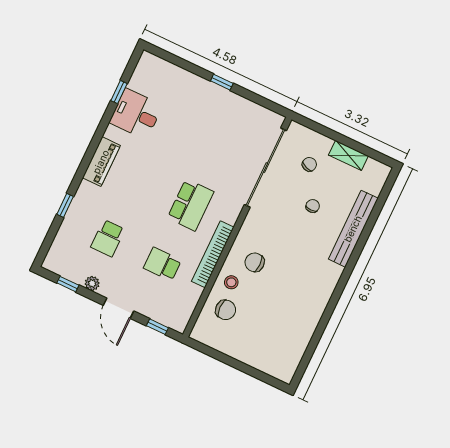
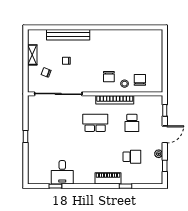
piano: (101, 162) -> (108, 178), moved

